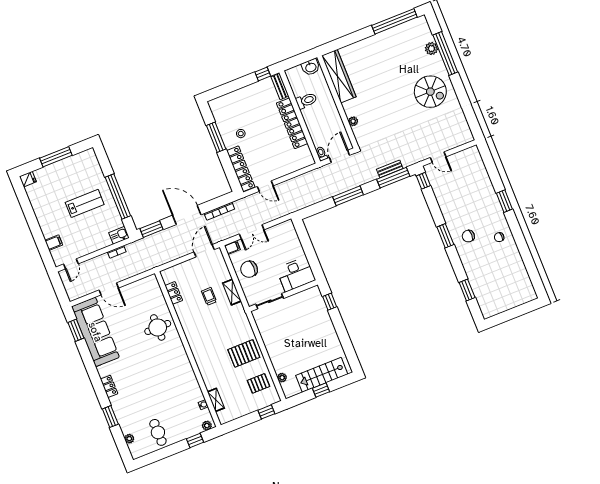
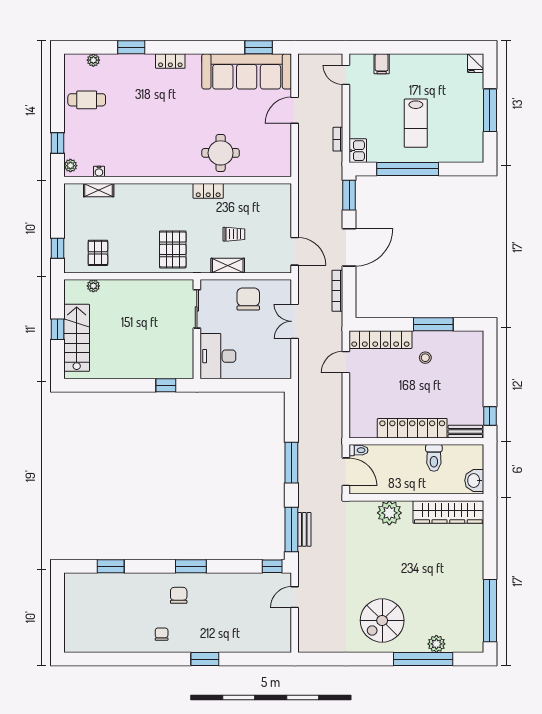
plant: (353, 121) -> (389, 513), width x1.88, depth x1.88
filing cabinet: (232, 247) -> (285, 289), removed
locker: (174, 293) -> (208, 191), moved
pallet: (244, 353) -> (173, 249), moved

